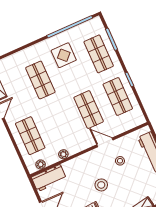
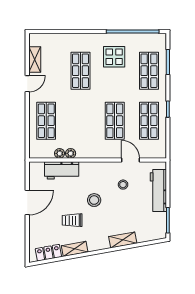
door: (105, 142) -> (131, 160), moved
plant: (41, 164) -> (60, 153), moved
workbench: (49, 178) -> (62, 170), moved

